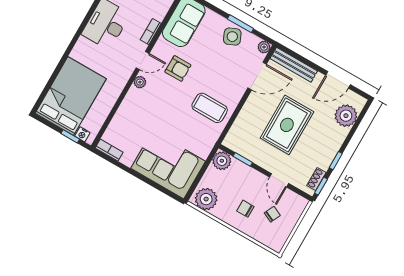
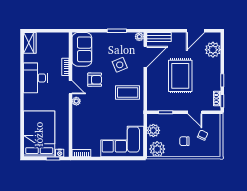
side table: (232, 37) -> (120, 65), moved
door: (143, 61) -> (70, 87), hinge flipped
bench: (294, 65) -> (159, 37), width x0.73
plant: (222, 161) -> (153, 130), moved

